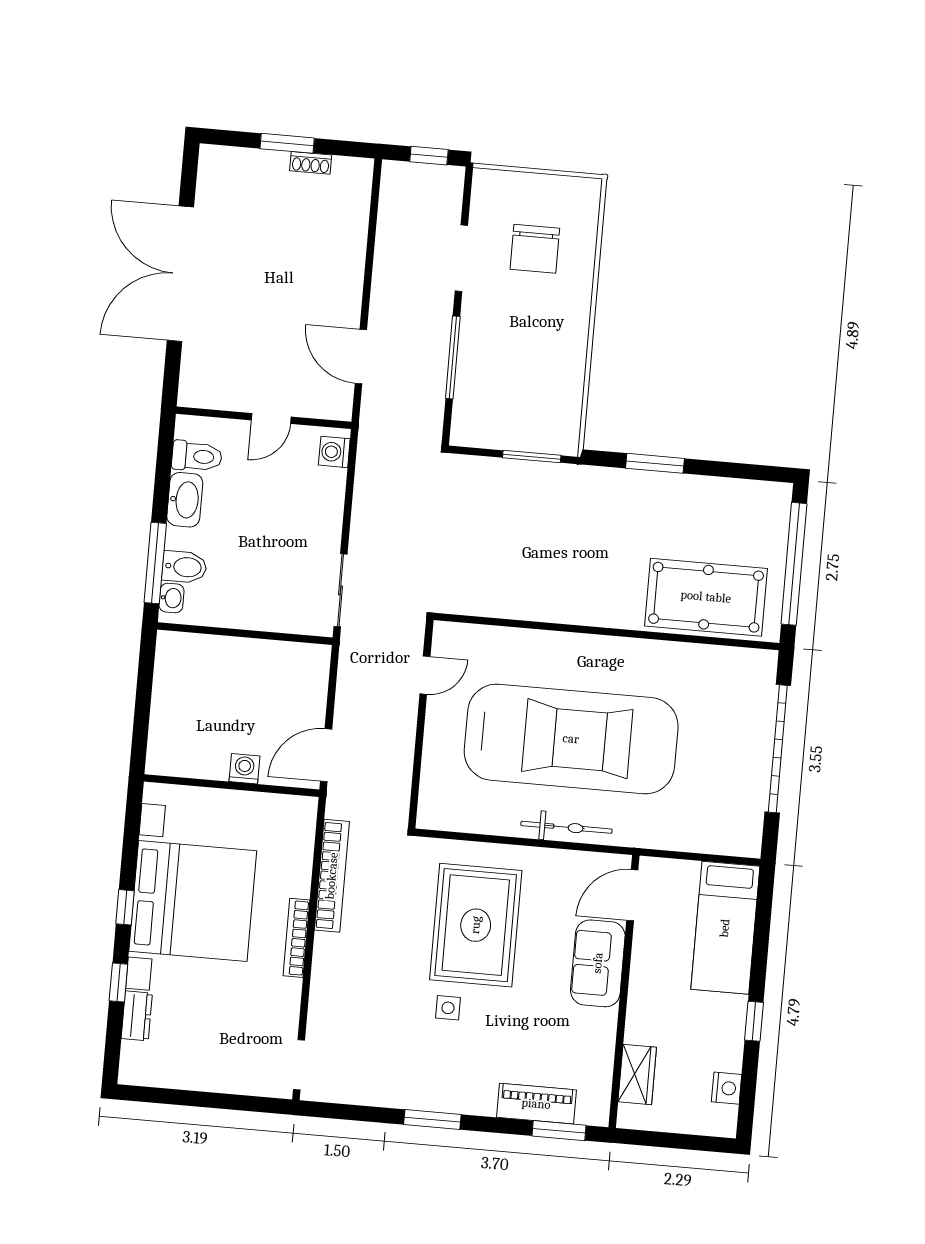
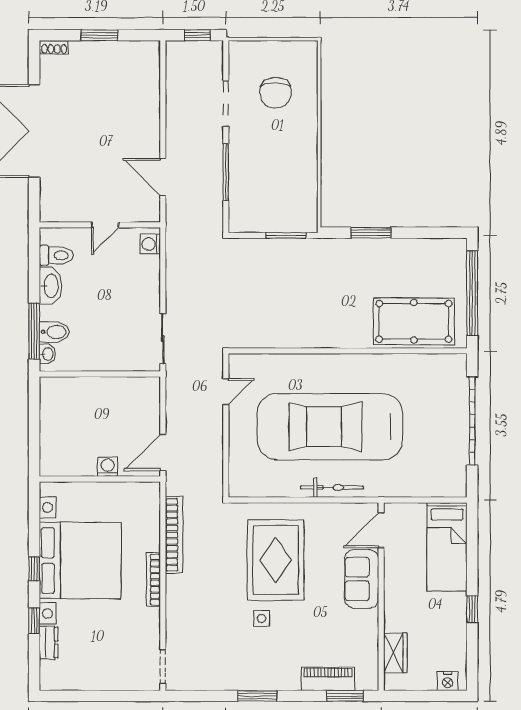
shoe rack: (311, 163) -> (54, 47), moved
car: (571, 739) -> (330, 427), turned 180
nightstand: (727, 1088) -> (448, 681), moved, turned 90

